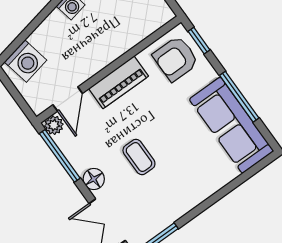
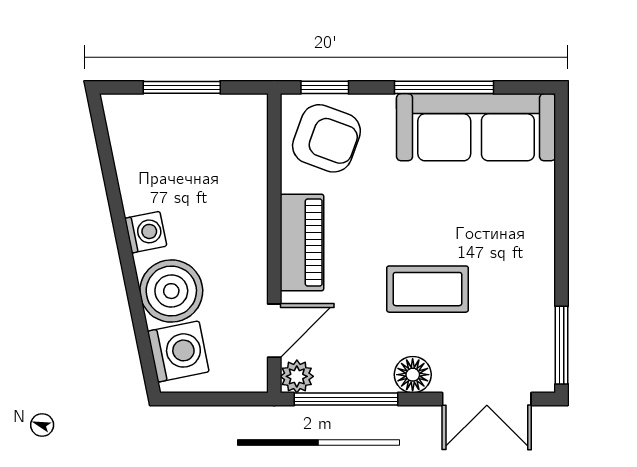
boiler: (52, 37) -> (171, 291), added
armchair: (176, 59) -> (326, 138), turned -70
door: (68, 99) -> (274, 331), hinge flipped
coffee table: (139, 157) -> (427, 289), width x1.36, depth x1.30

